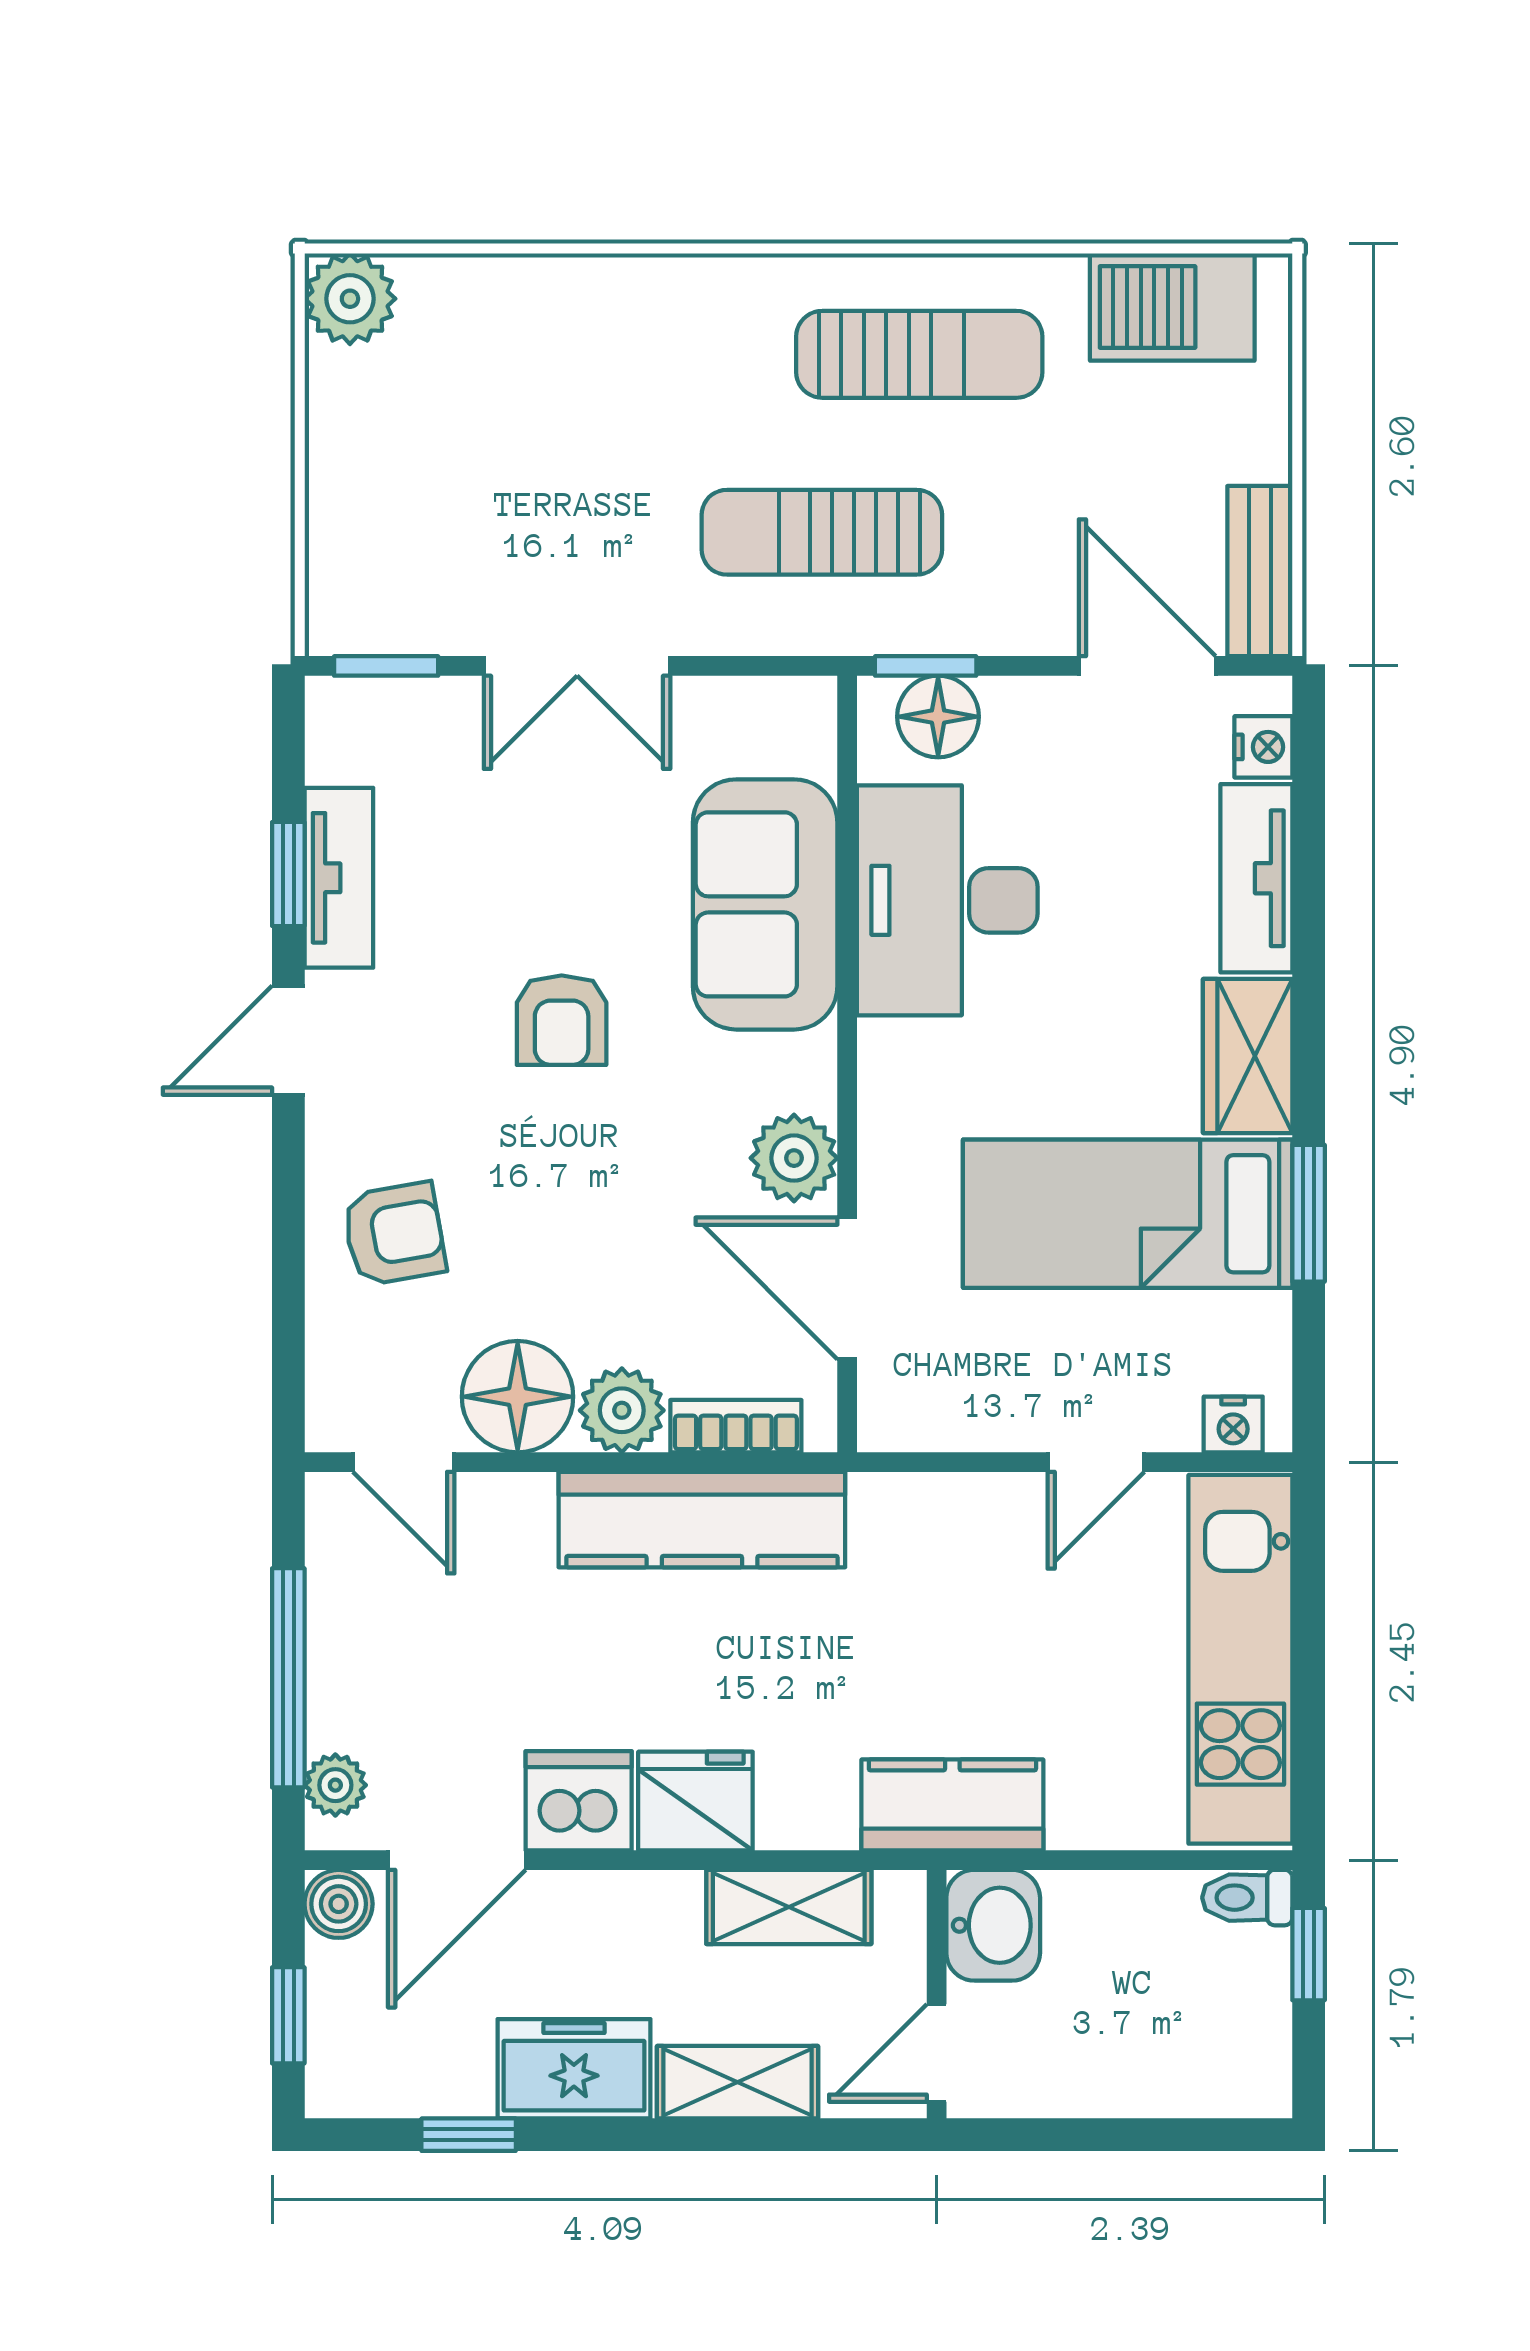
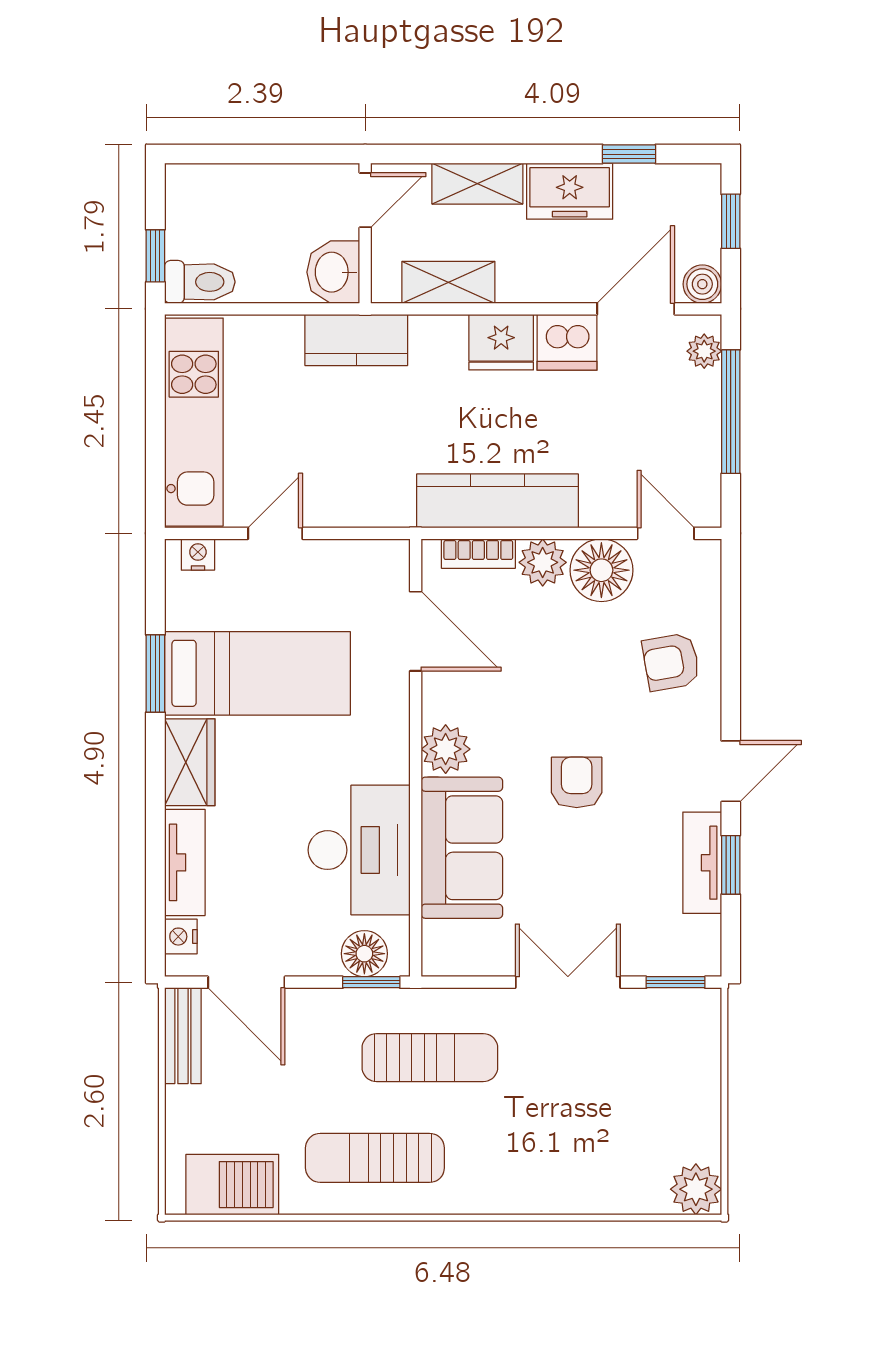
plant: (794, 1158) -> (446, 749), moved
toilet: (1247, 1898) -> (200, 282), width x1.37, depth x1.39

